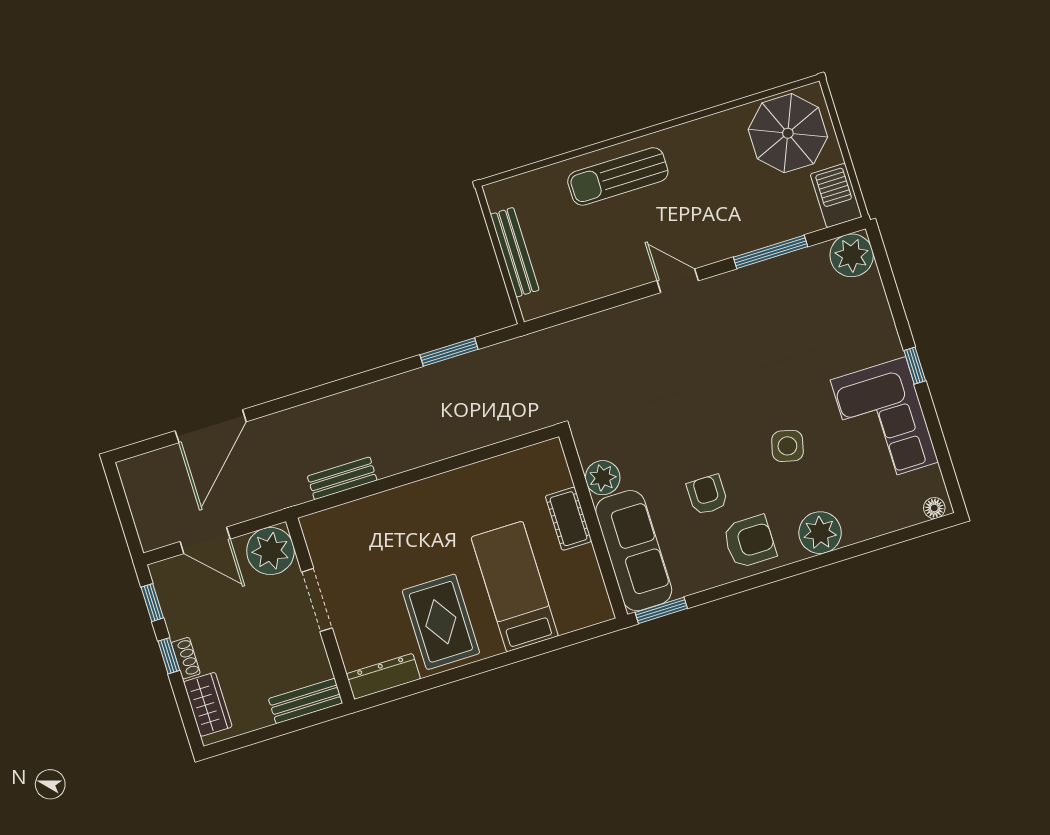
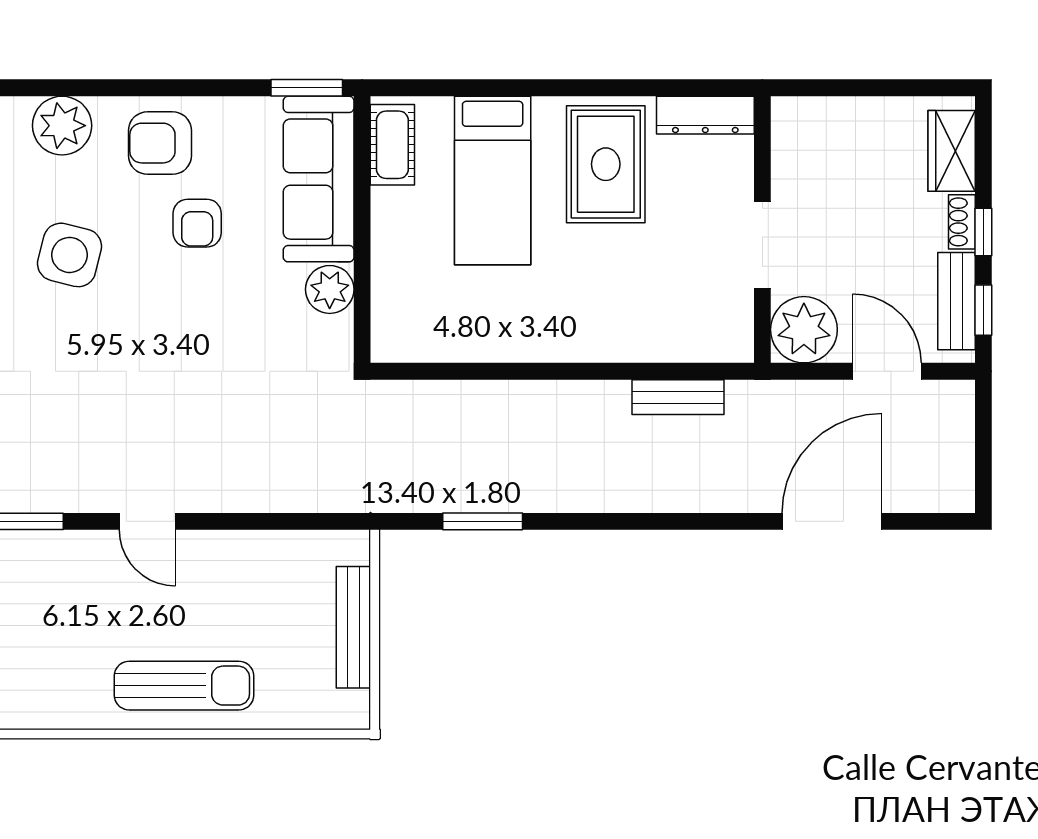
side table: (787, 446) -> (70, 255), width x1.37, depth x1.37
cot: (568, 519) -> (392, 145), moved
bench: (306, 701) -> (956, 301), moved, turned 90

